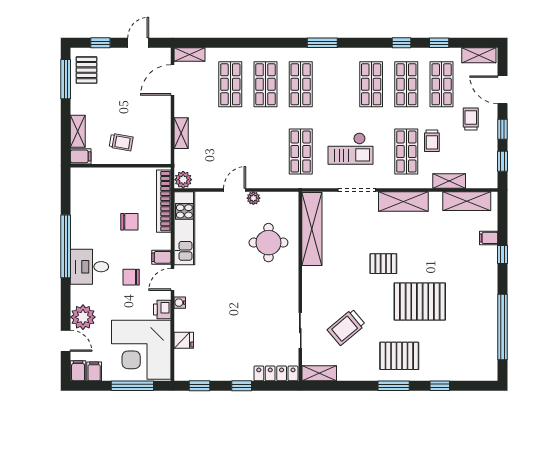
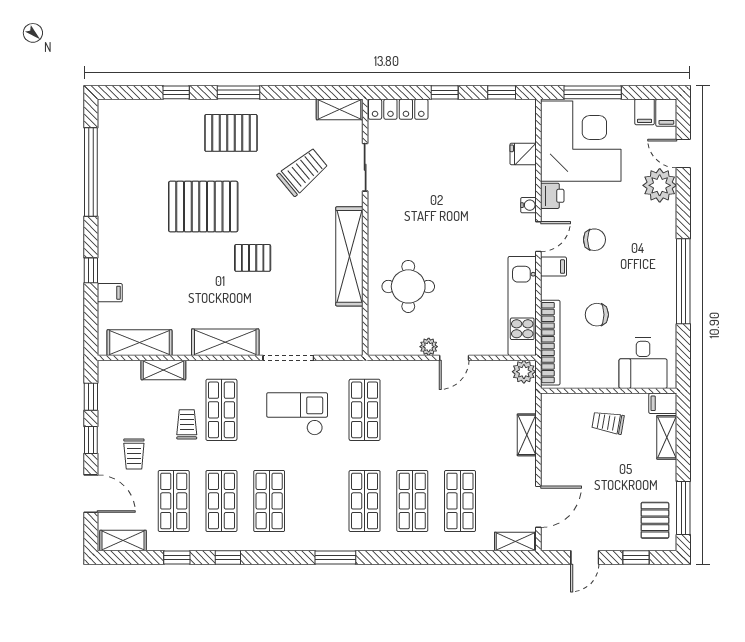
shelving: (312, 229) -> (349, 256), moved
desk: (89, 267) -> (643, 363), moved, turned 90

